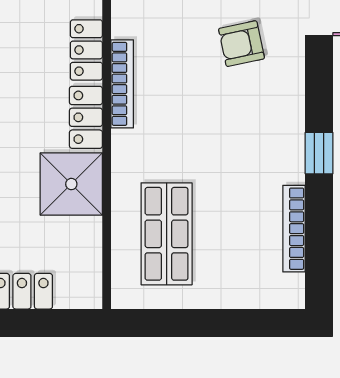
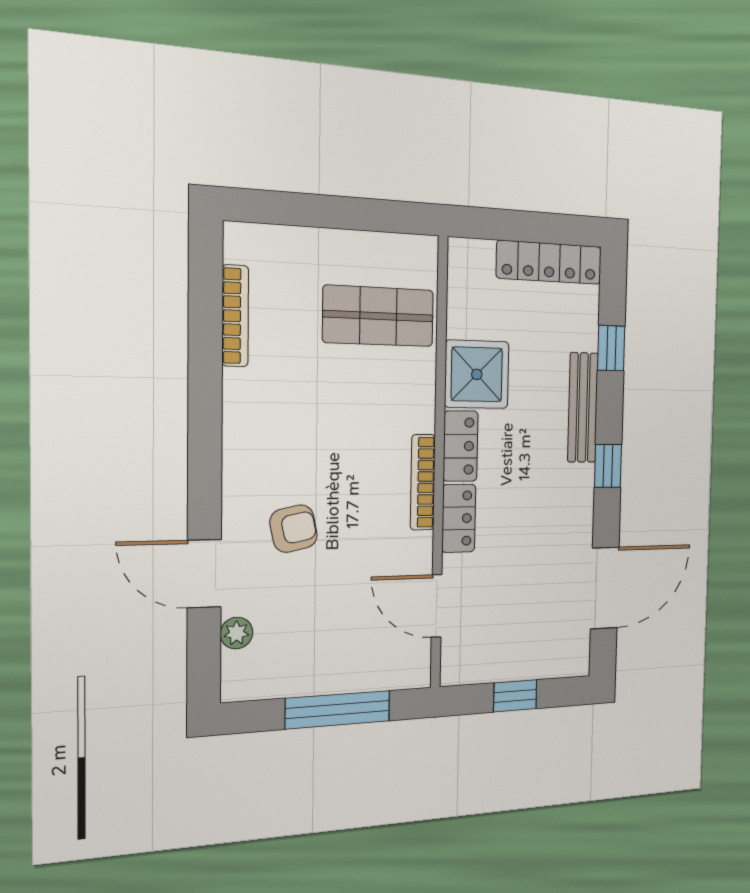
window: (319, 153) -> (205, 403), removed
shop shelf: (167, 234) -> (378, 316), turned 90

